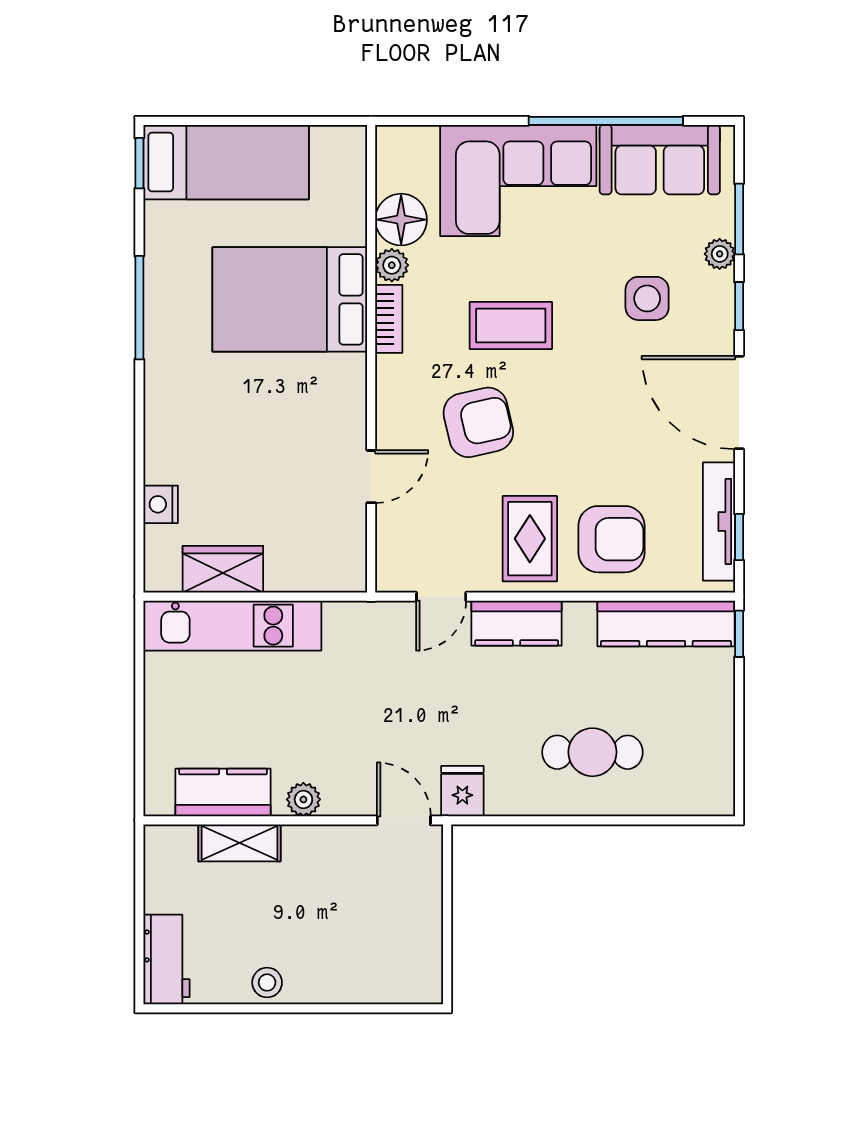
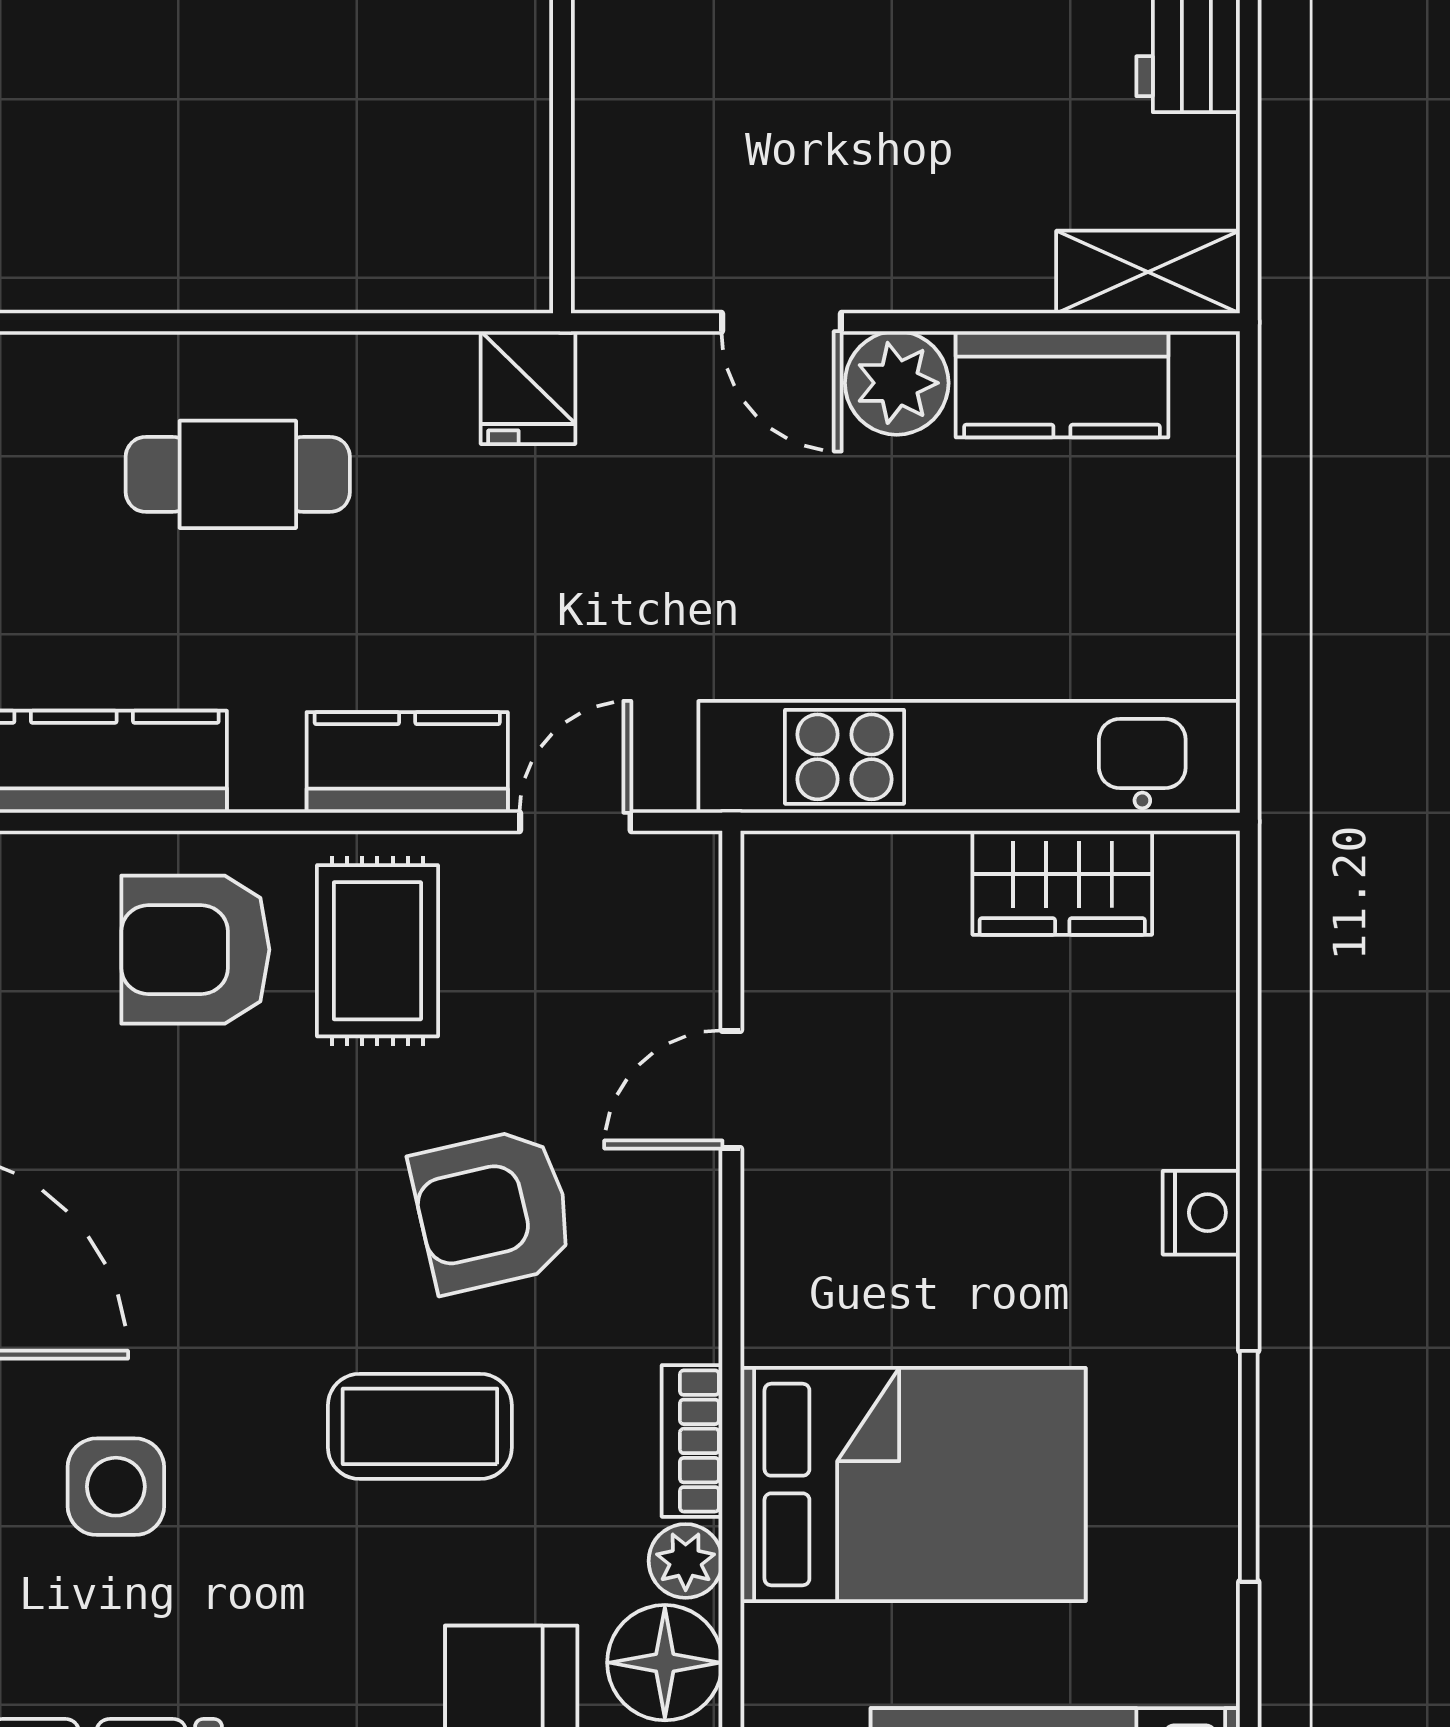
nightstand: (161, 504) -> (1201, 1213), moved
kitchen unit: (232, 626) -> (969, 757), width x1.36
plant: (303, 799) -> (897, 383), width x1.38, depth x1.38
door: (404, 820) -> (782, 322), moved
shelving: (239, 843) -> (1148, 272), moved

